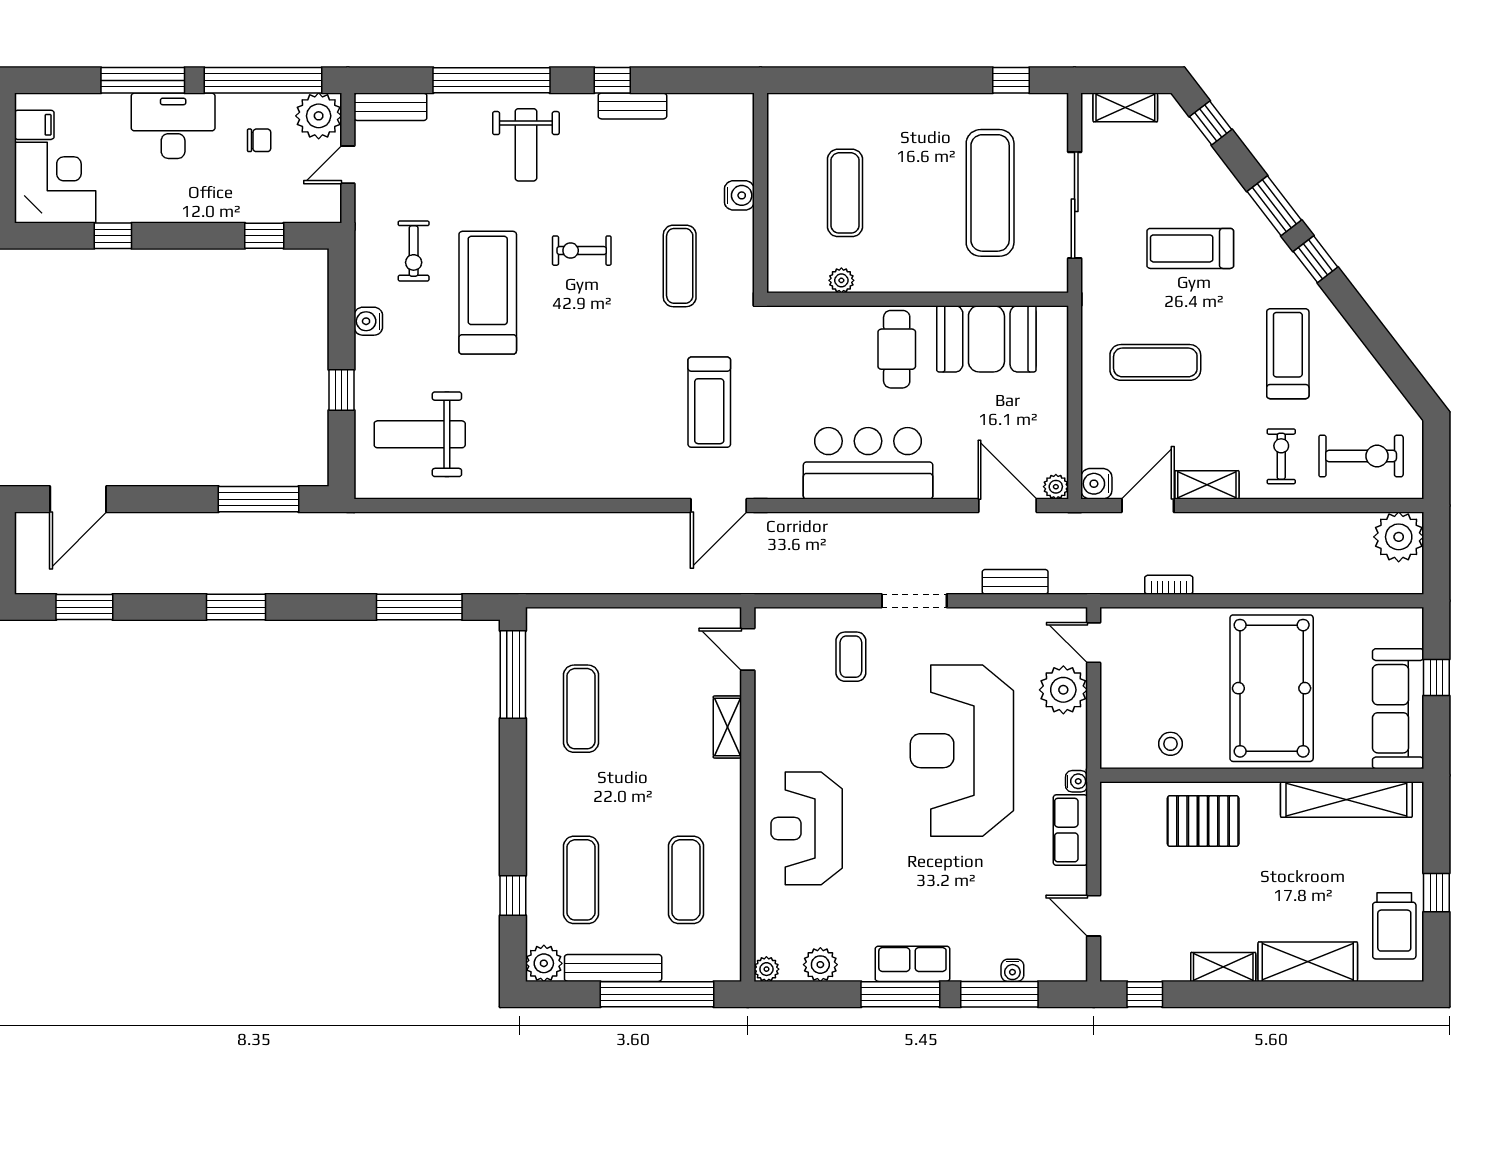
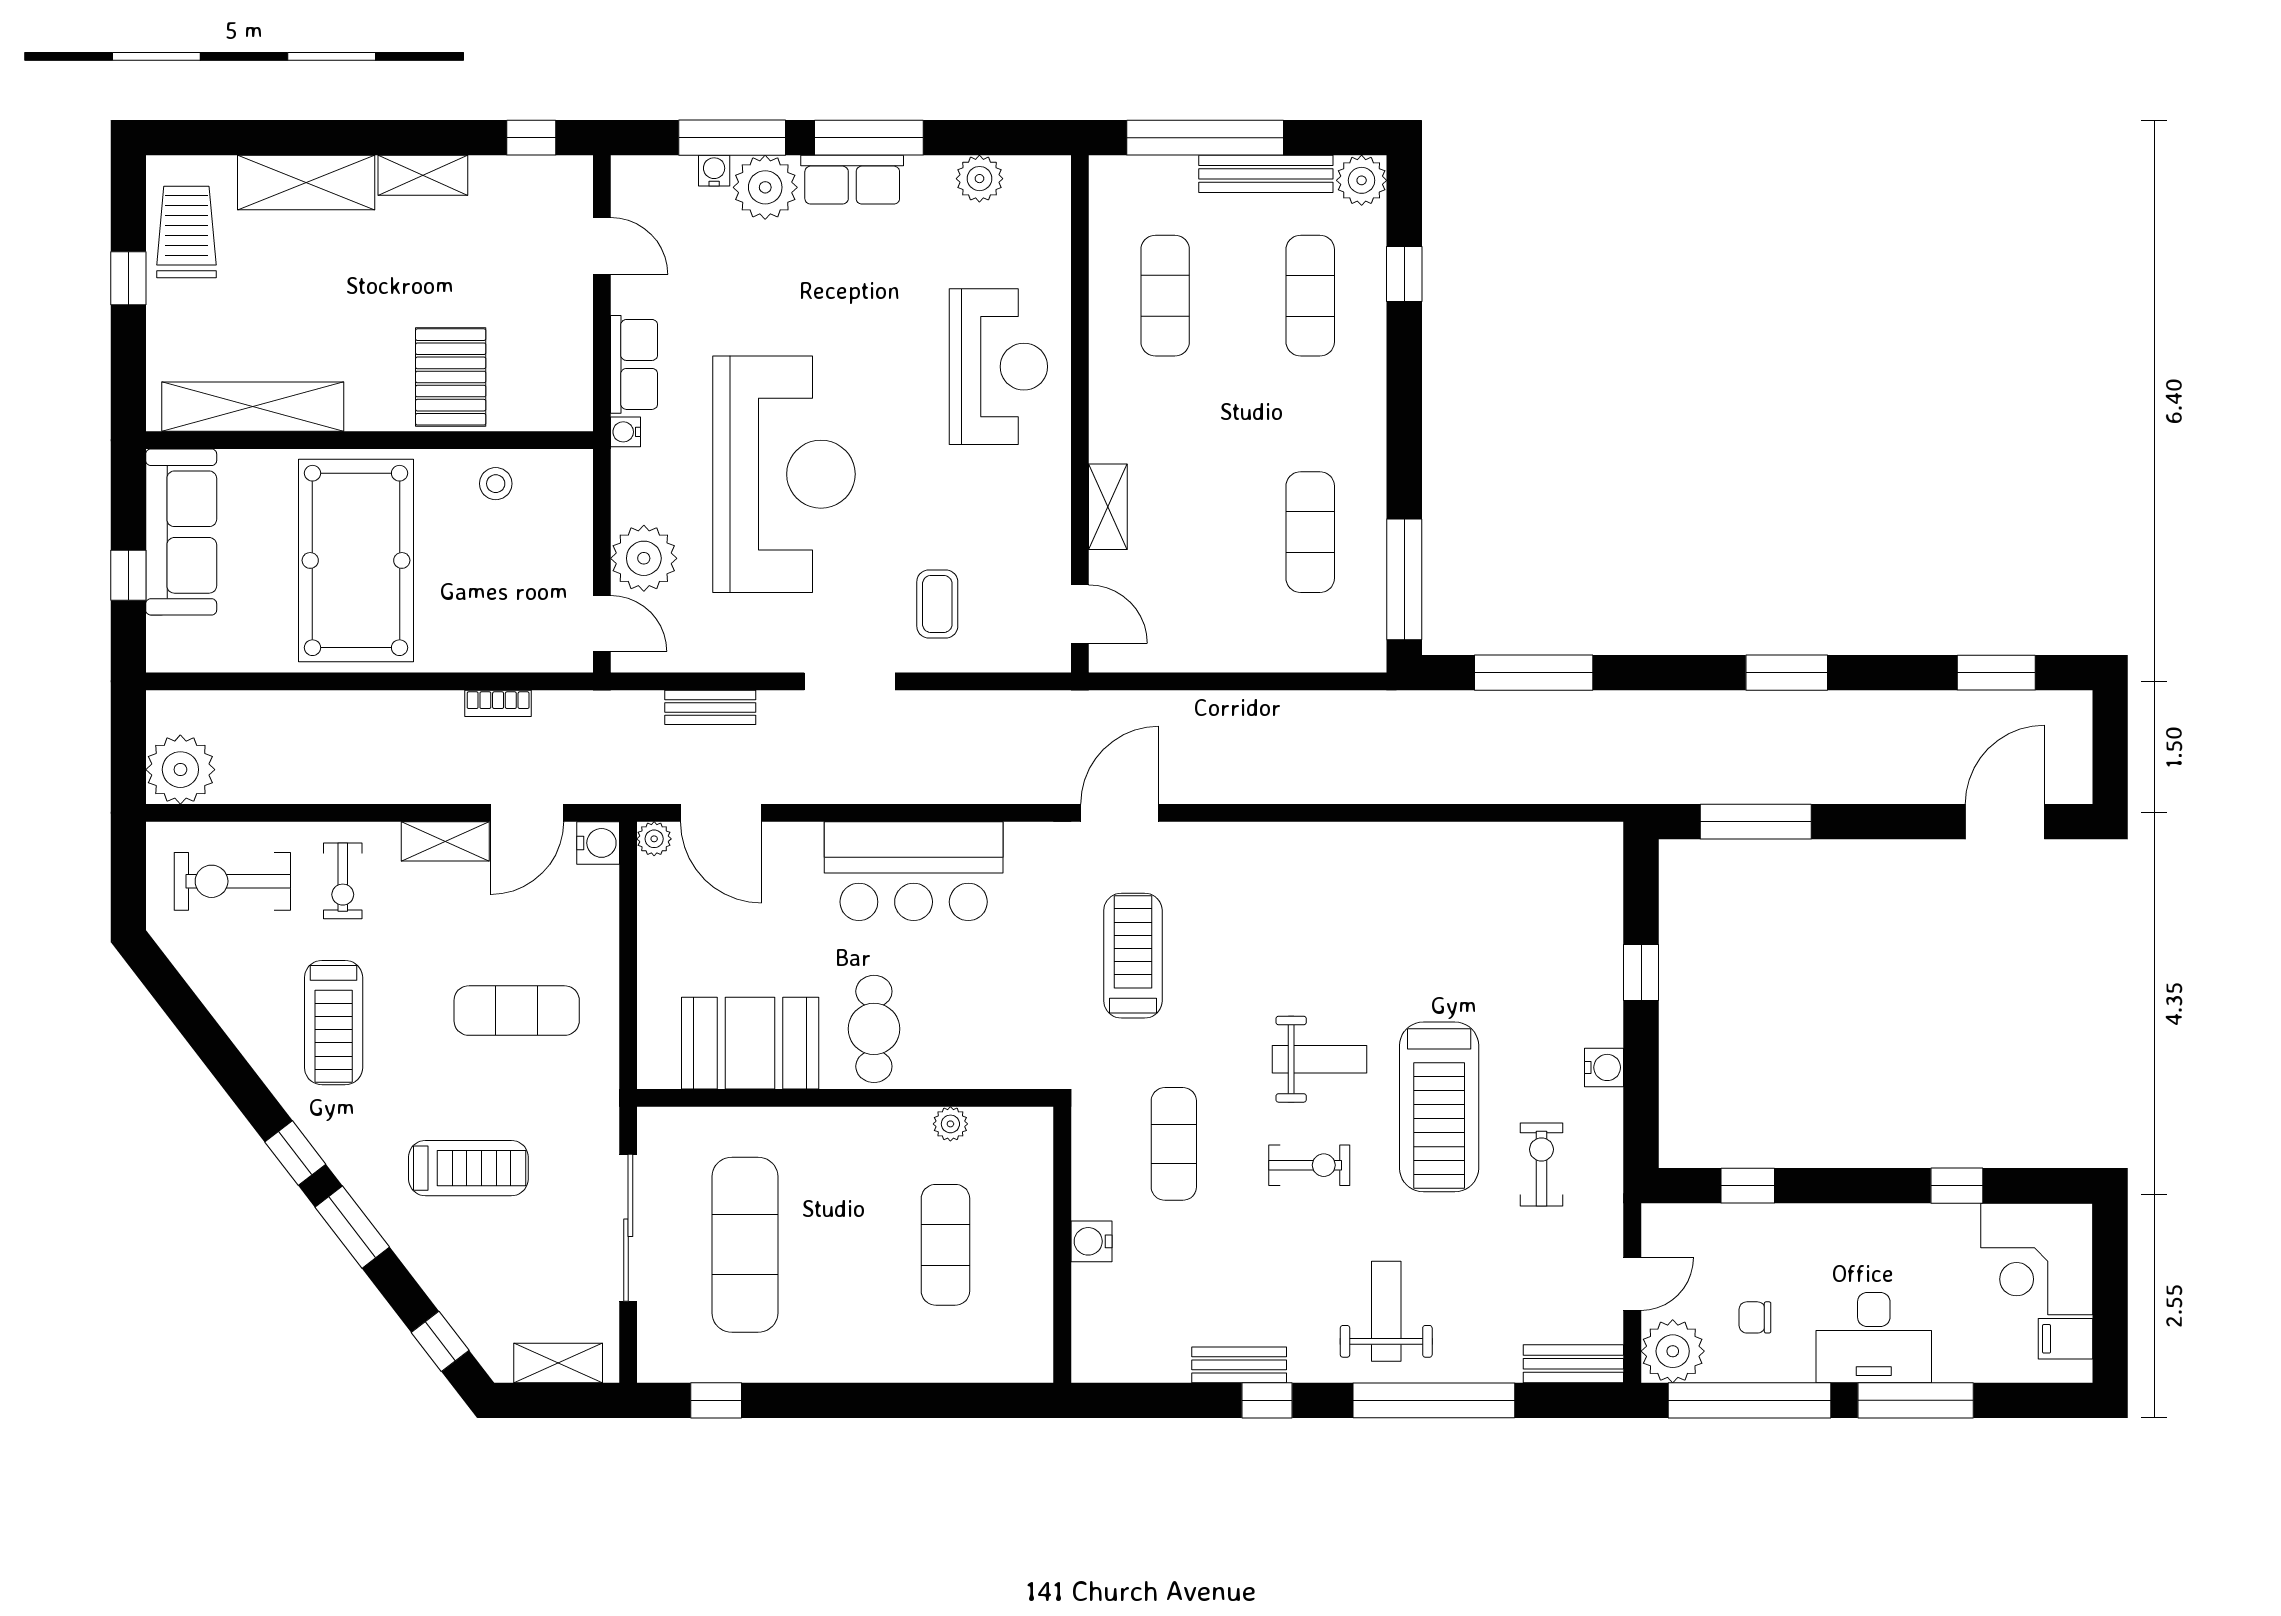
weight bench: (420, 434) -> (1319, 1059), moved, width x0.73, depth x0.75
pallet: (1203, 821) -> (451, 377), turned 90
plant: (766, 969) -> (765, 187), moved, width x1.88, depth x1.88

